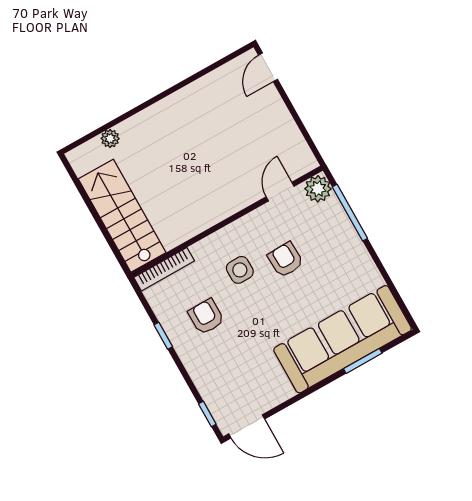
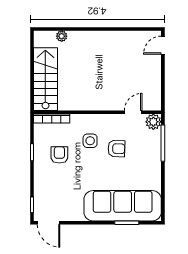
armchair: (286, 260) -> (116, 149), turned 94

